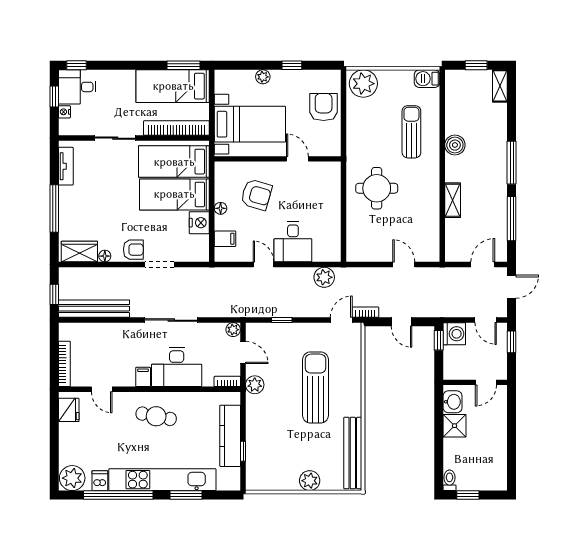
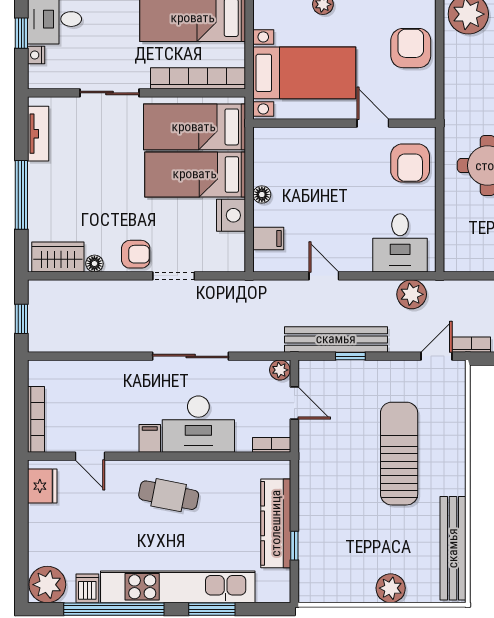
armchair: (256, 195) -> (410, 163), moved, turned 74
desk: (293, 242) -> (400, 243), moved
bench: (94, 309) -> (336, 339), moved
plant: (255, 385) -> (311, 450), removed

